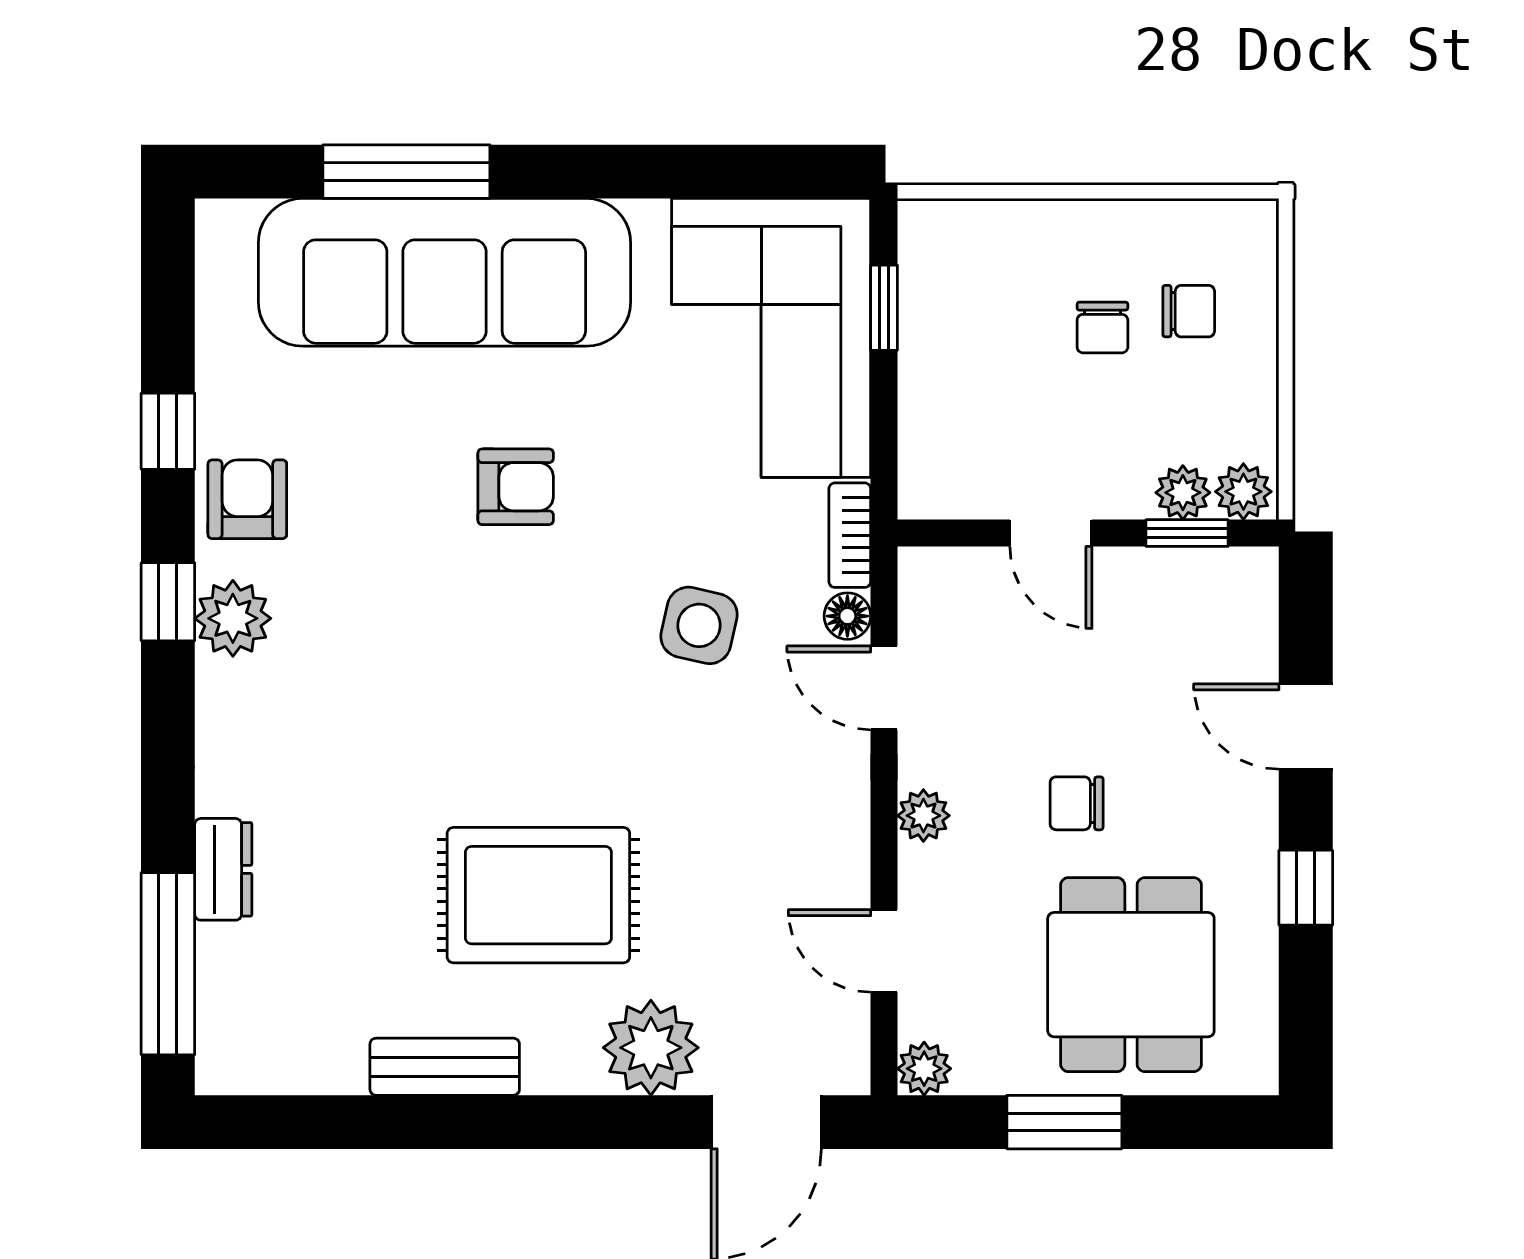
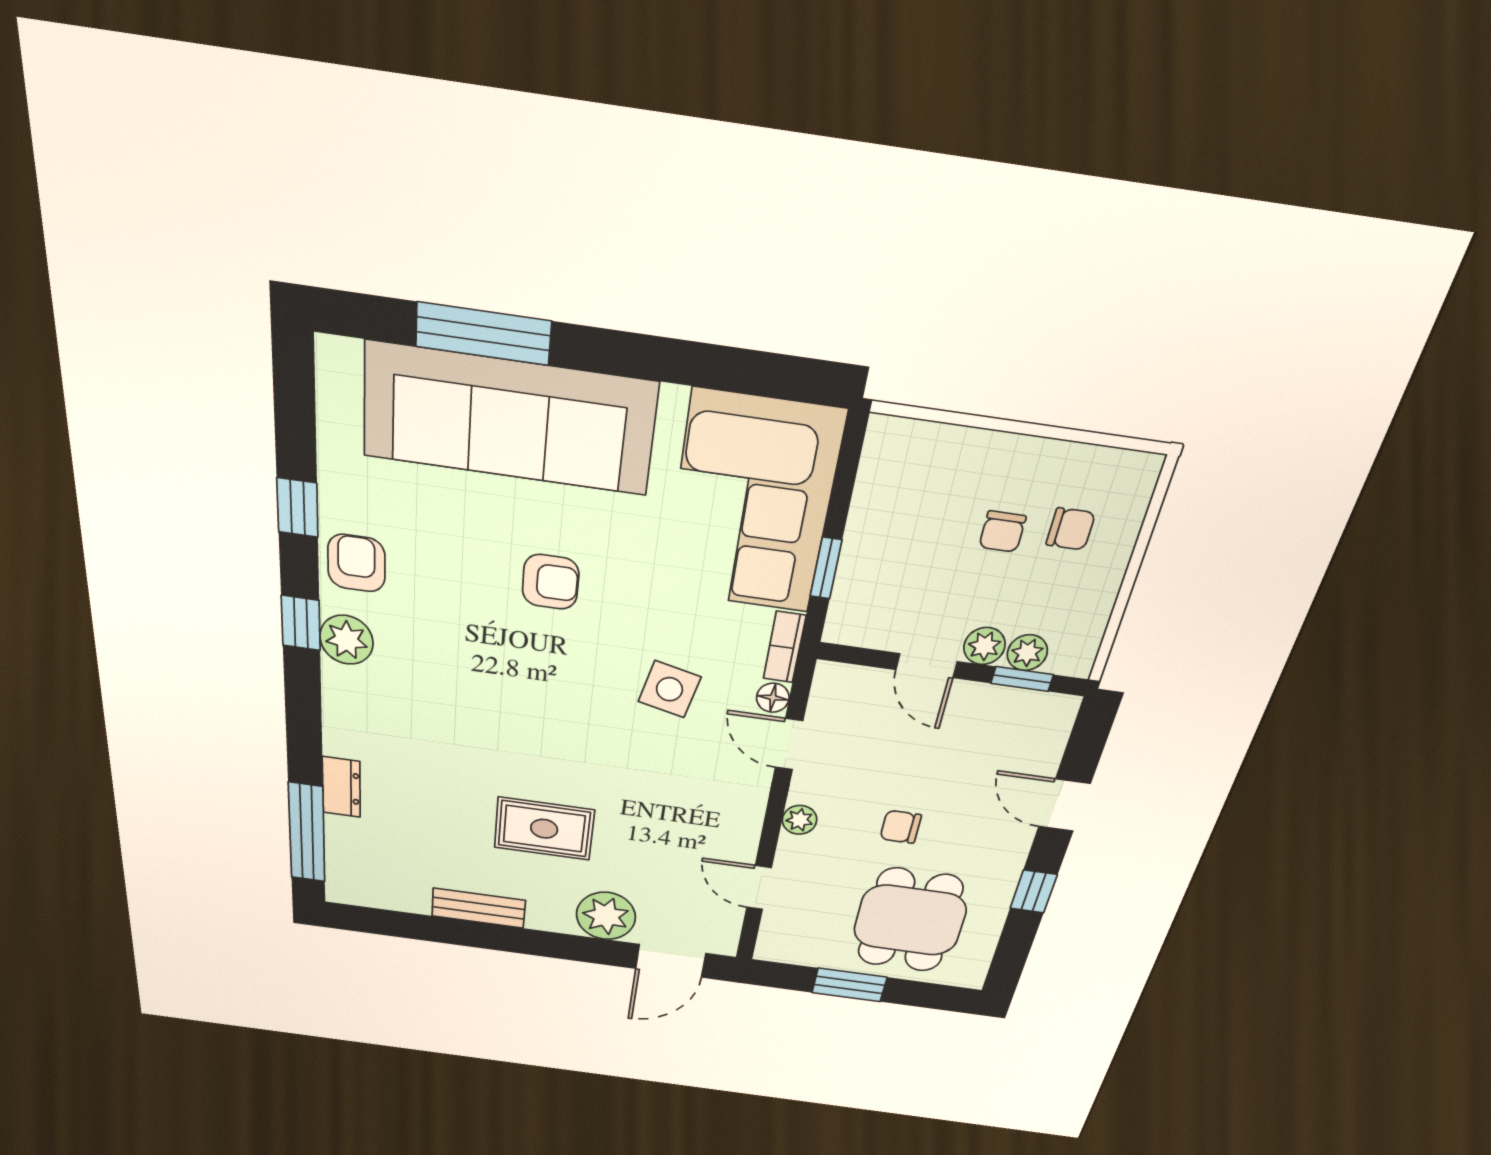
window: (884, 308) -> (826, 568), moved
plant: (1243, 492) -> (984, 646), moved
rug: (538, 895) -> (544, 829), width x0.73, depth x0.70
plant: (924, 1069) -> (771, 949), removed

